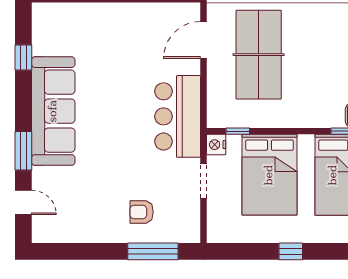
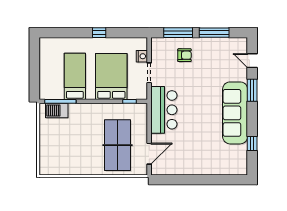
nightstand: (216, 145) -> (142, 56), moved
window: (90, 251) -> (214, 33), added

